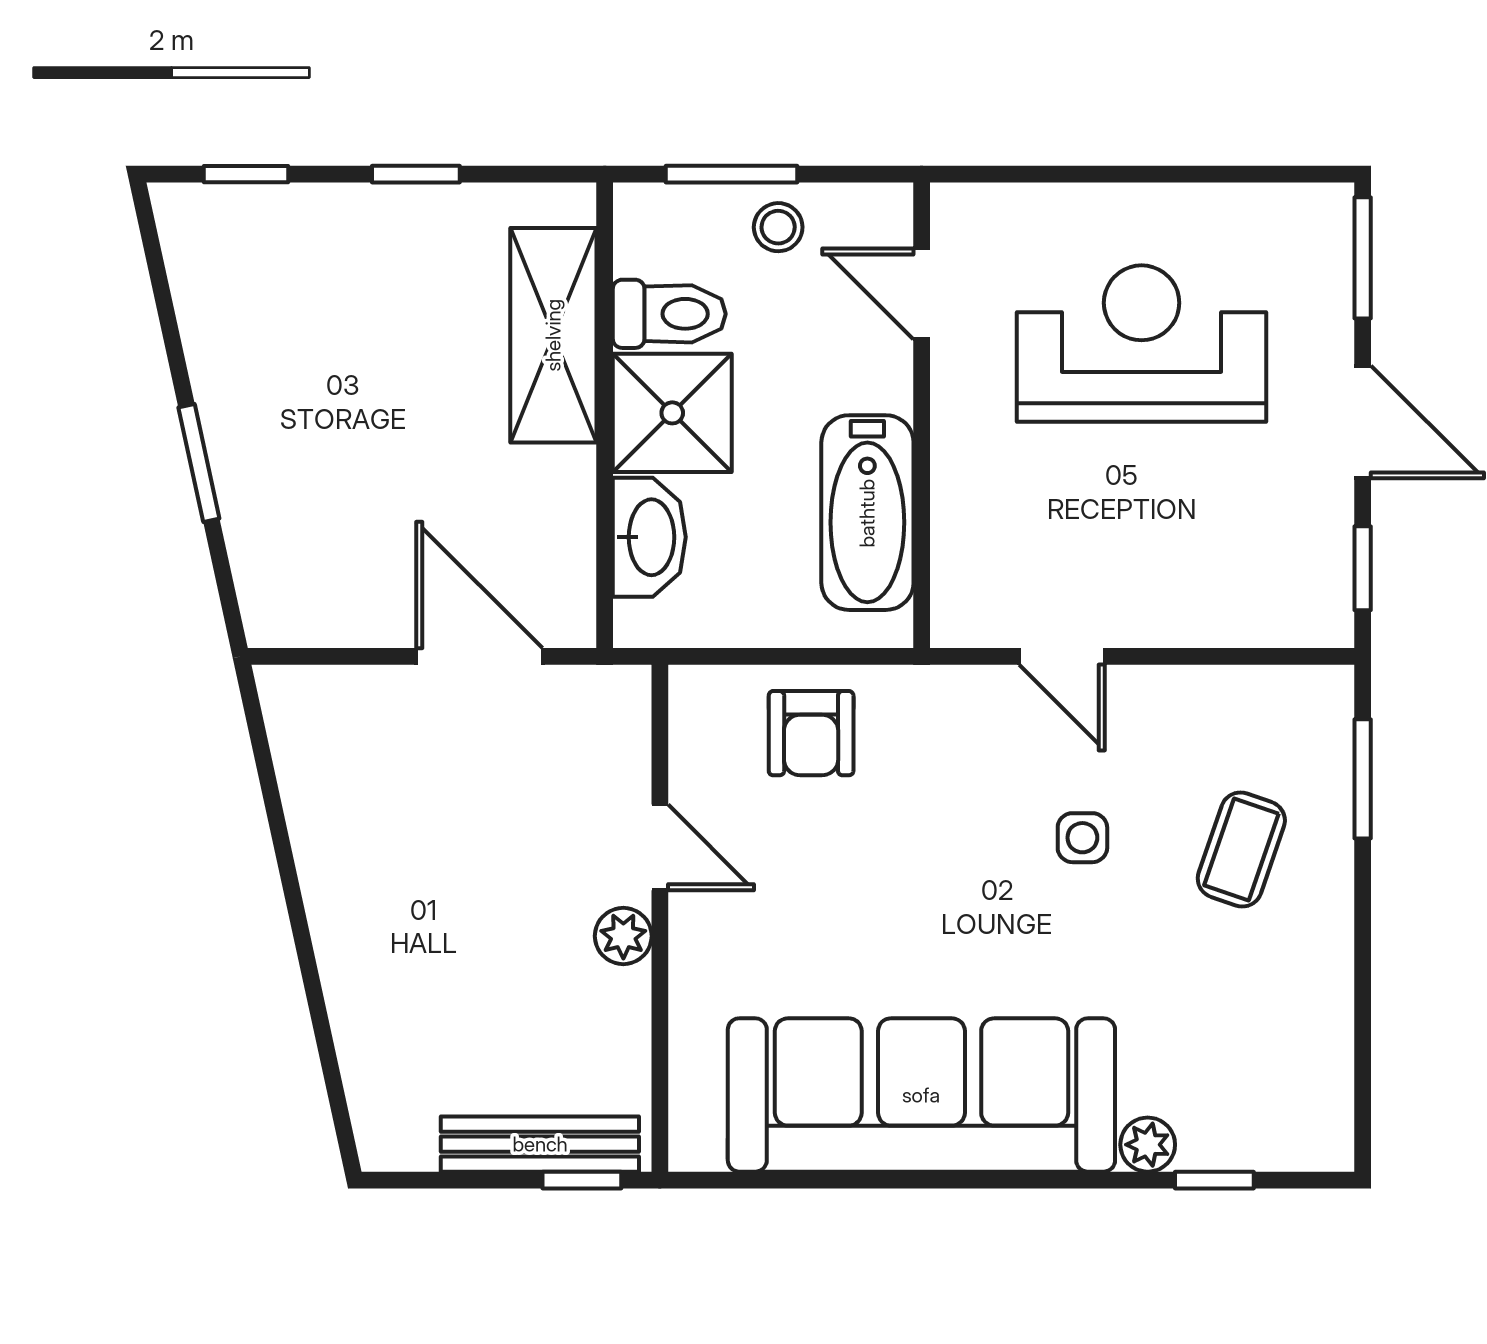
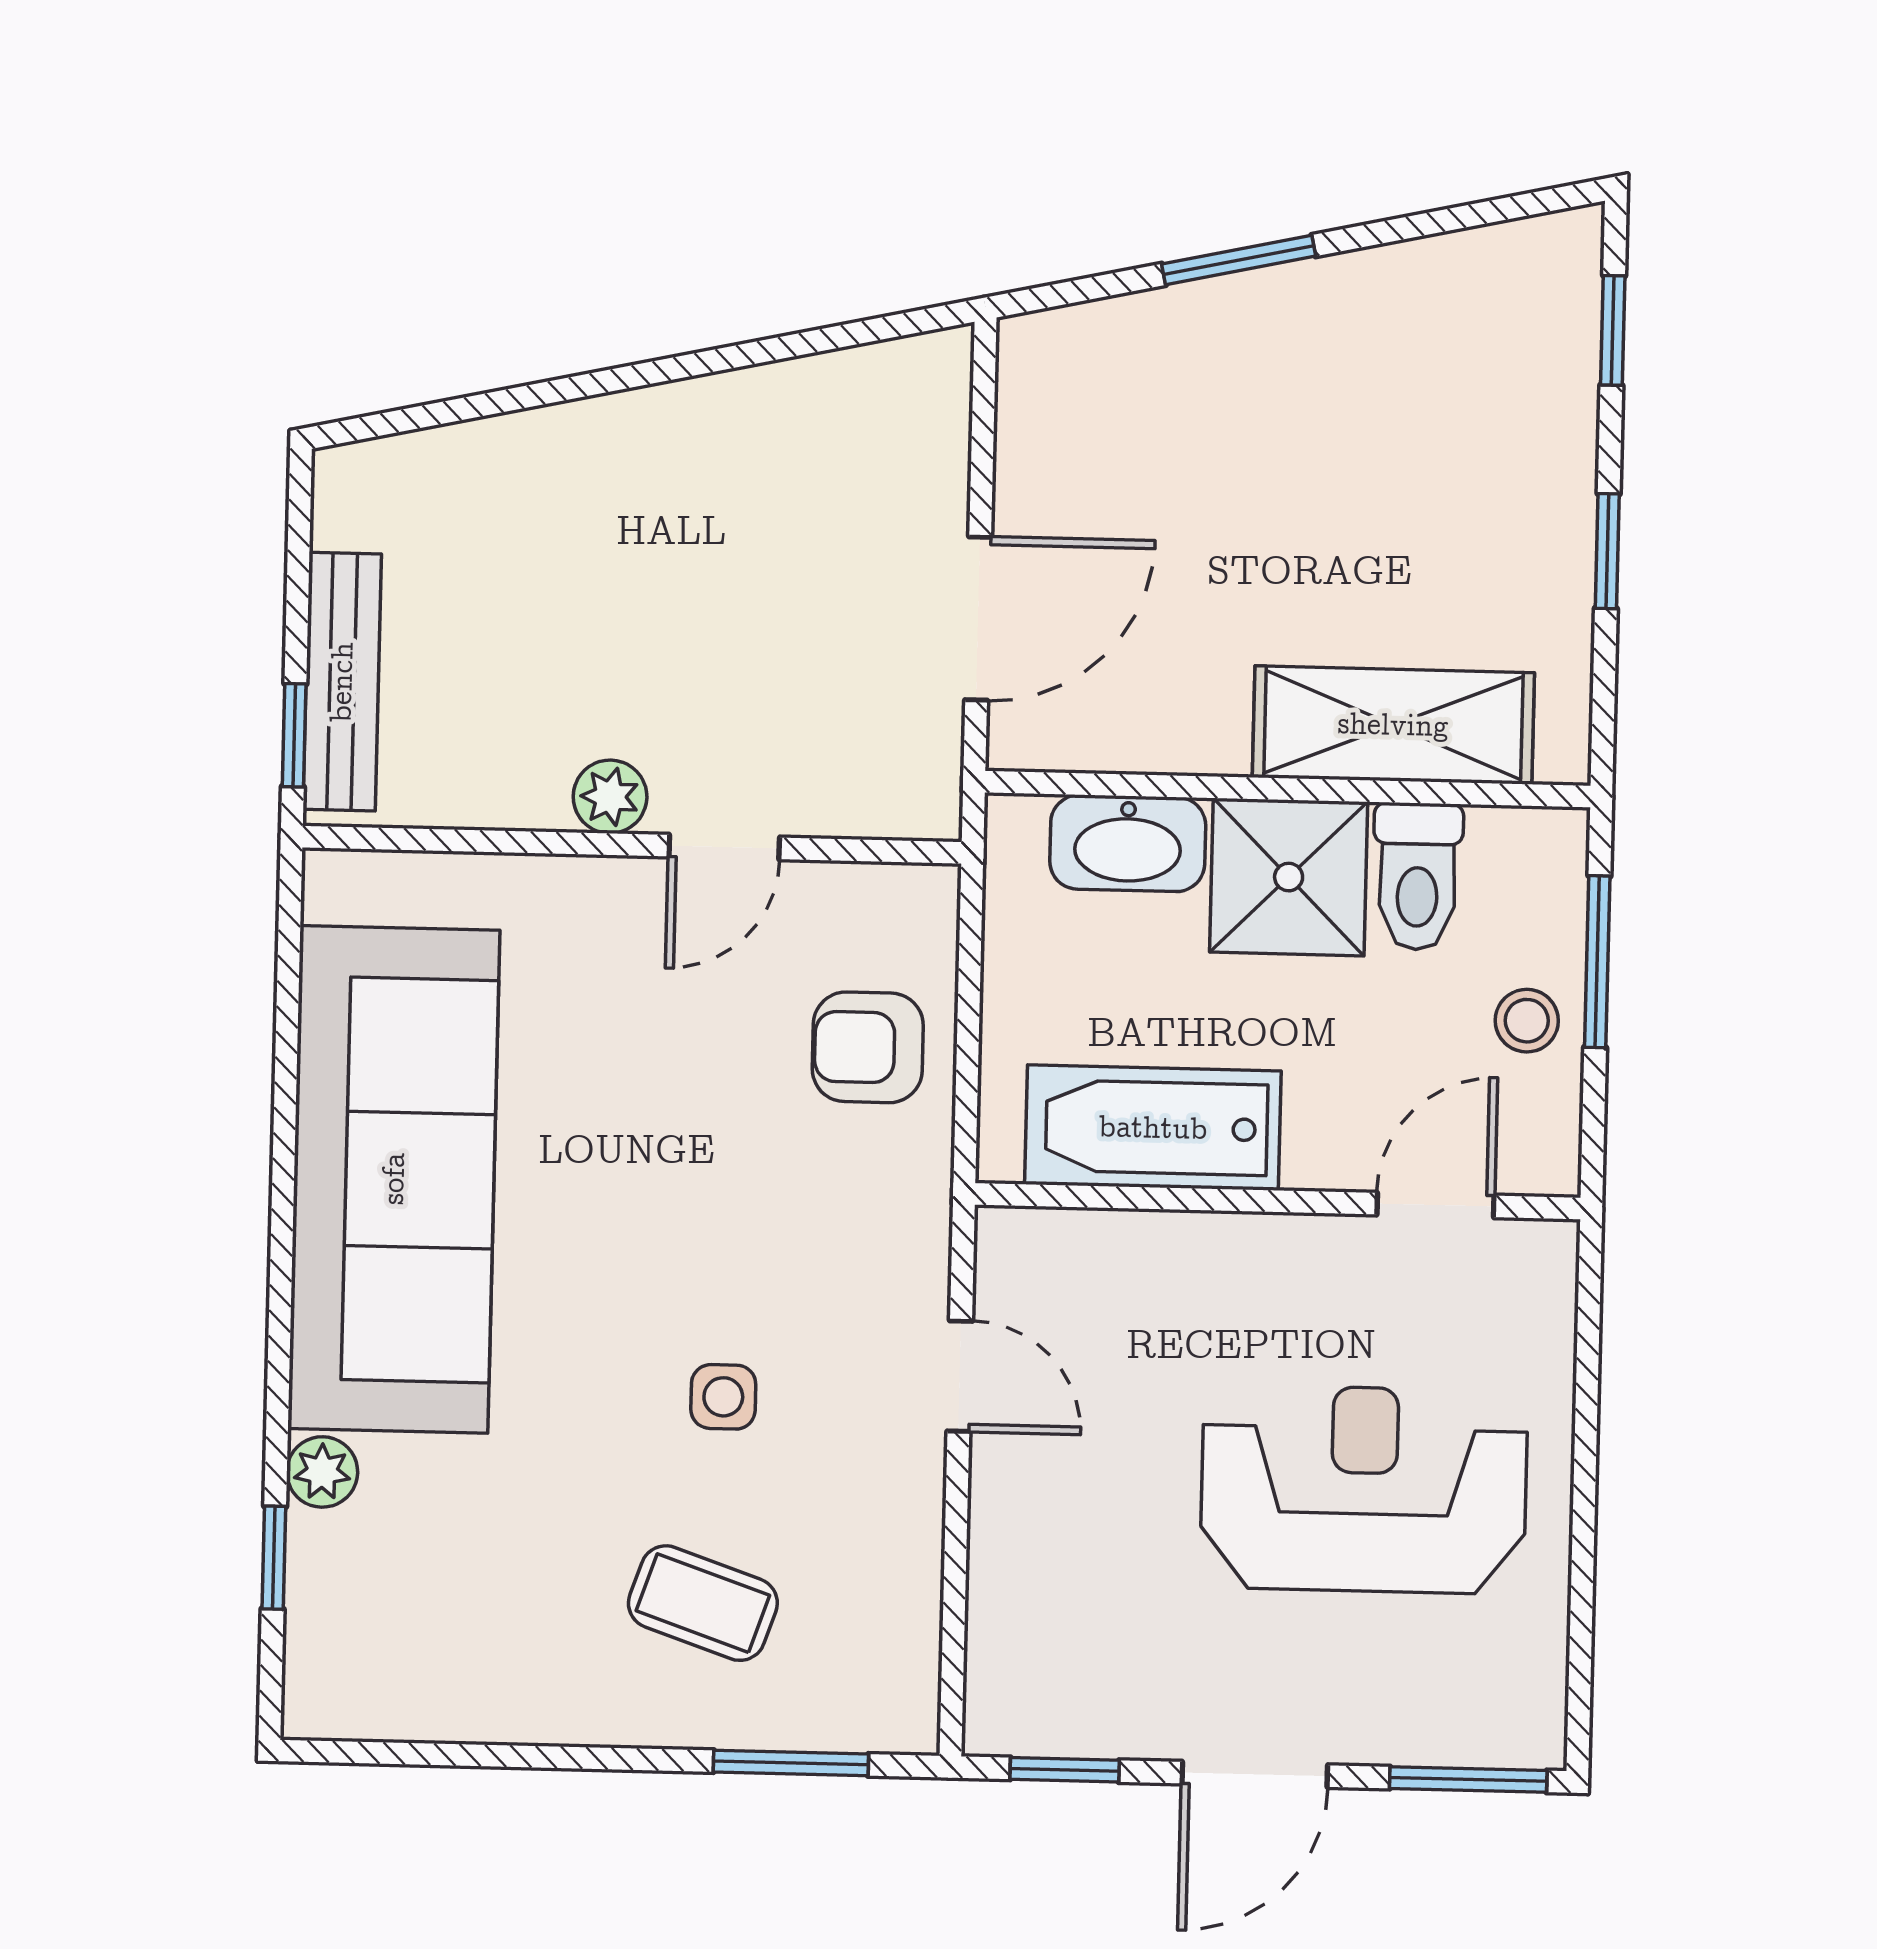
reception desk: (1142, 344) -> (1364, 1489), turned -90
door: (1062, 656) -> (960, 1376), swing flipped

